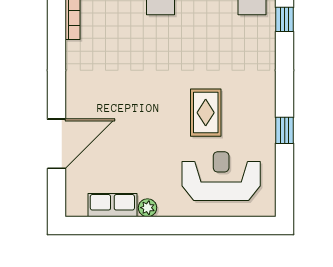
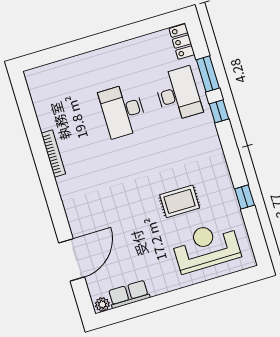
rug: (206, 113) -> (180, 201), turned 90
plant: (148, 208) -> (102, 304), moved

